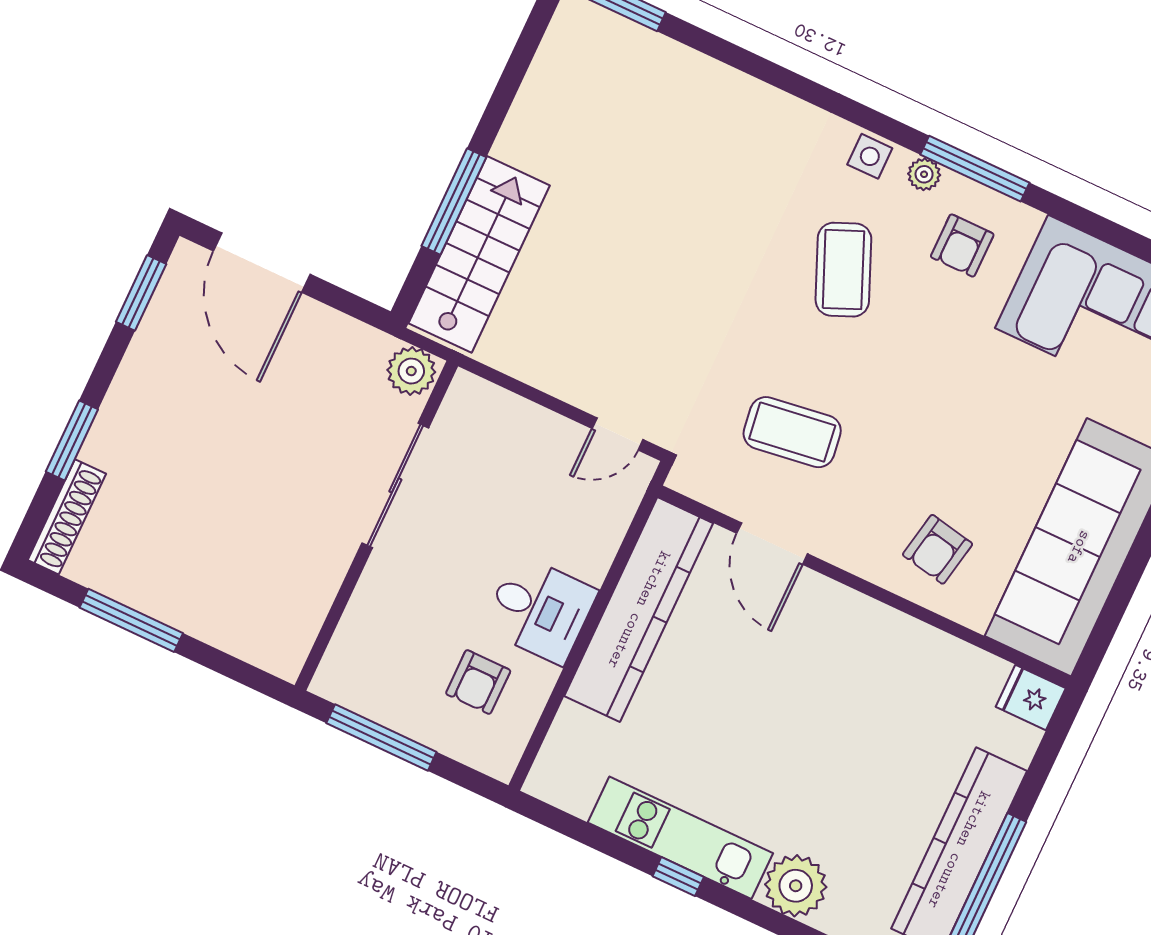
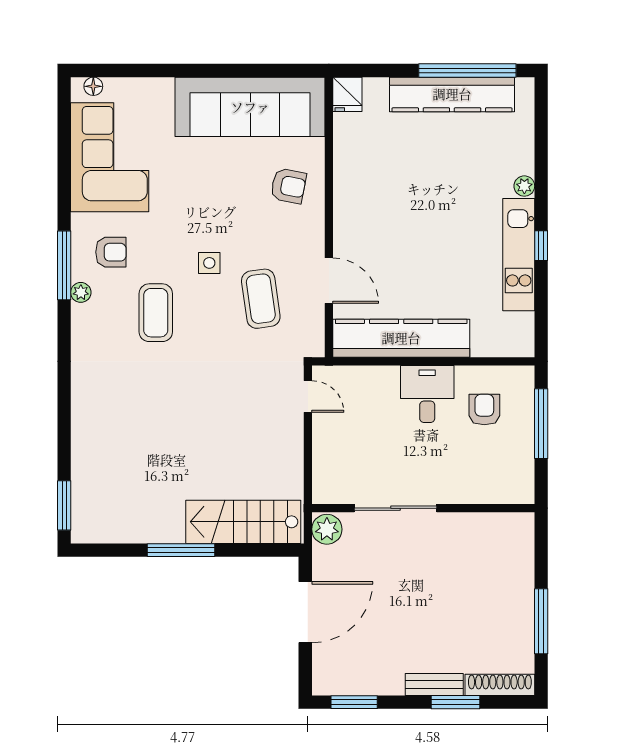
side table: (870, 156) -> (209, 263), moved
window: (454, 202) -> (181, 550), moved
door: (262, 263) -> (305, 612), moved
coffee table: (843, 270) -> (156, 313), turned -67
bench: (112, 422) -> (434, 684), added
door: (772, 544) -> (329, 281), hinge flipped
armchair: (478, 682) -> (484, 410), turned -90
window: (381, 738) -> (541, 424), moved
plant: (796, 886) -> (524, 186), width x0.53, depth x0.53

